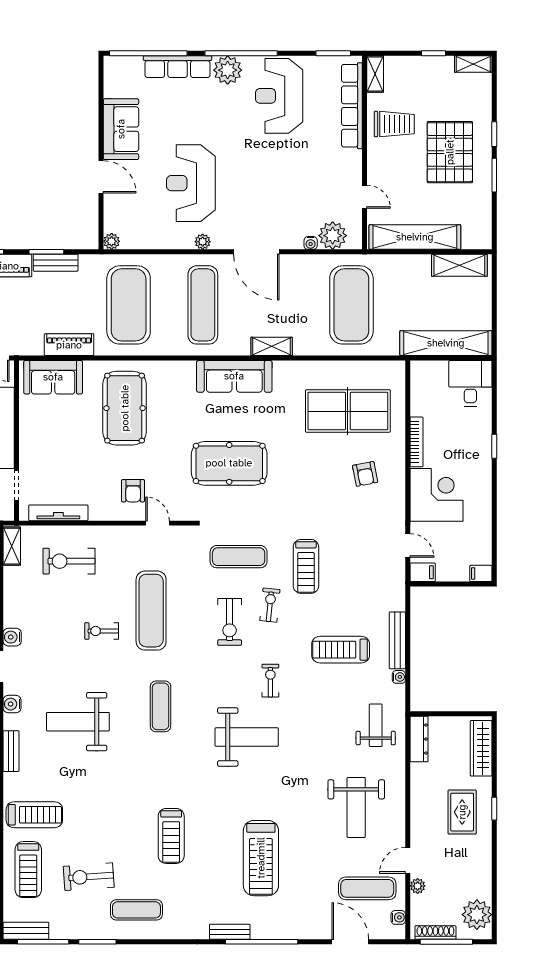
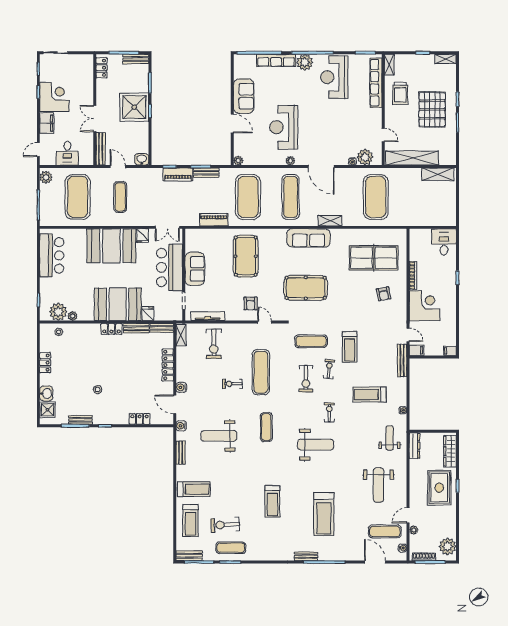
trolley: (394, 124) -> (400, 93), turned 90
shelving: (446, 343) -> (430, 219), removed
sofa: (53, 377) -> (195, 269), moved, turned -90
exercise bike: (69, 561) -> (214, 344), turned -90
bench: (397, 640) -> (402, 360), moved
rug: (462, 812) -> (439, 488), width x1.36, depth x1.43
exercise mat: (136, 910) -> (231, 548), moved

